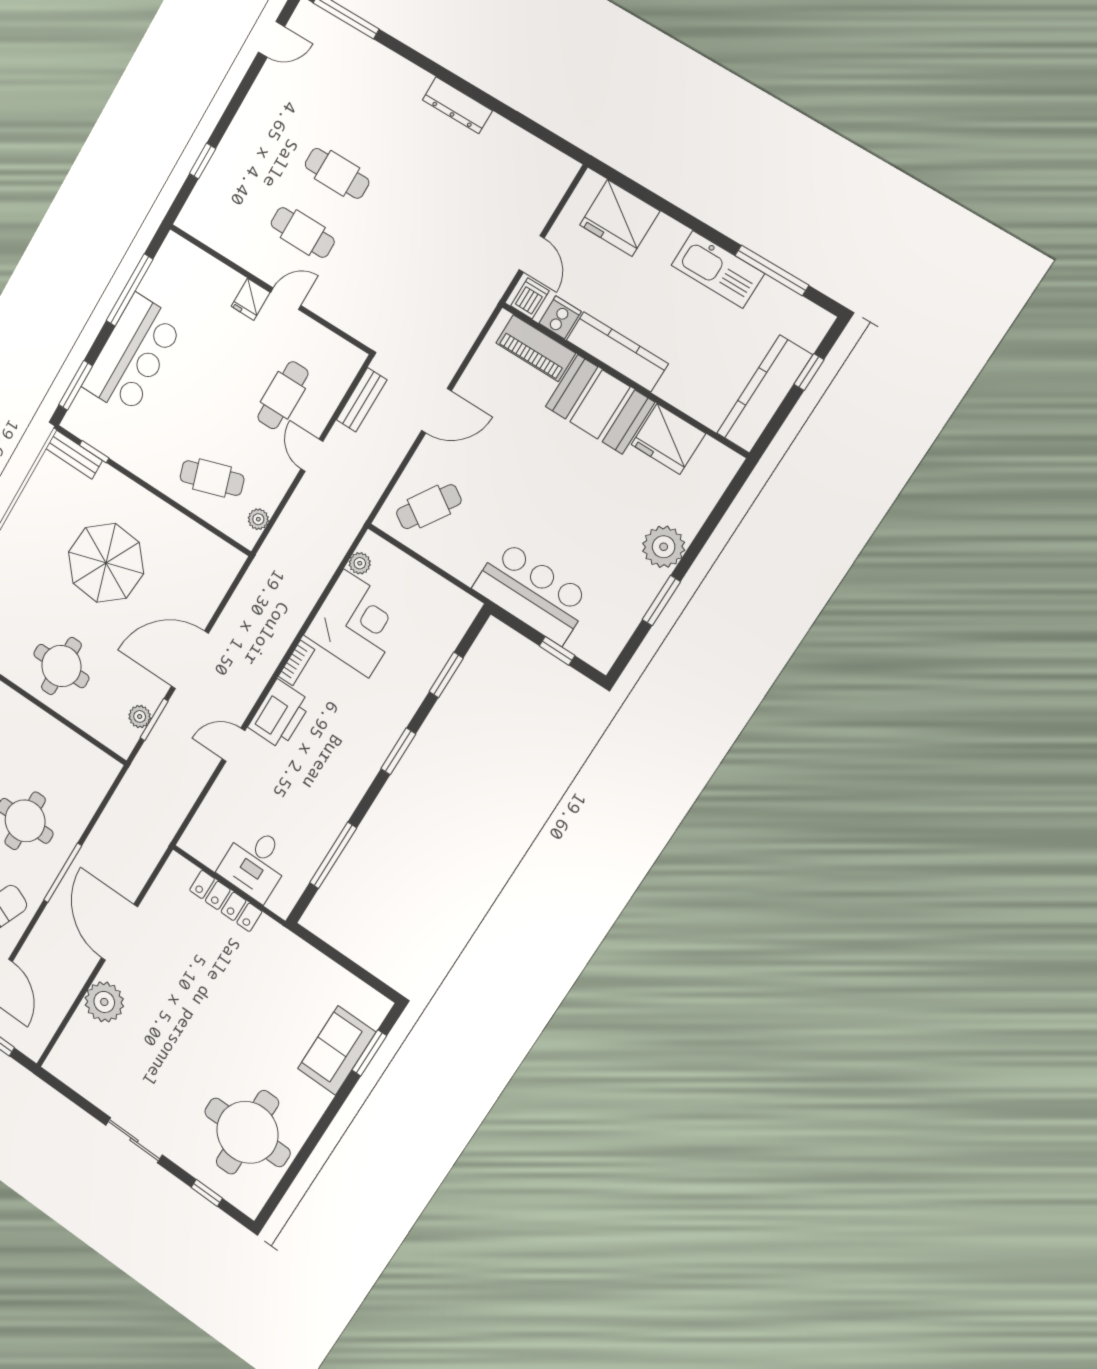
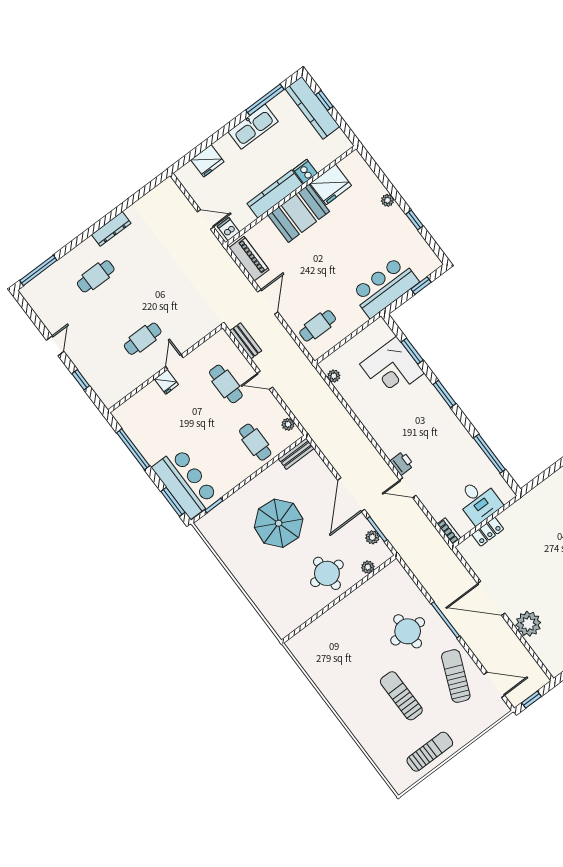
door: (272, 39) -> (55, 346), moved
cafe table: (337, 173) -> (96, 276), moved
fridge: (620, 218) -> (207, 161), width x0.73, depth x0.75
cooker: (560, 317) -> (305, 171), moved
piano: (536, 348) -> (249, 259), moved, turned -90
bar counter: (133, 355) -> (185, 483), moved
kitchen counter: (765, 394) -> (312, 108), moved
bench: (74, 455) -> (296, 454), moved
cafe table: (212, 478) -> (255, 442), turned -72
cafe table: (429, 507) -> (318, 326), turned 57
plant: (664, 547) -> (388, 200), width x0.53, depth x0.53
window: (661, 601) -> (414, 220), width x0.67
corner desk: (356, 623) -> (392, 369), moved, turned 180
bookcase: (296, 663) -> (449, 531), moved
printer: (280, 714) -> (402, 463), width x0.53, depth x0.68
plant: (94, 726) -> (368, 567), added
door: (233, 745) -> (408, 488), hinge flipped
locker: (226, 901) -> (488, 532), width x0.66

